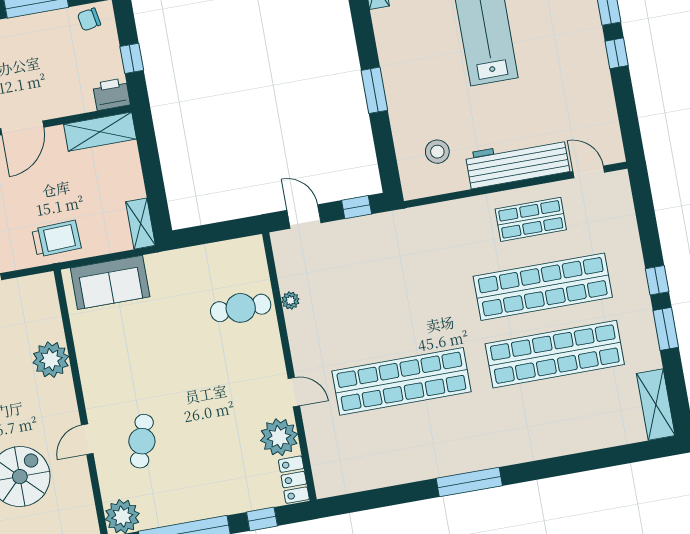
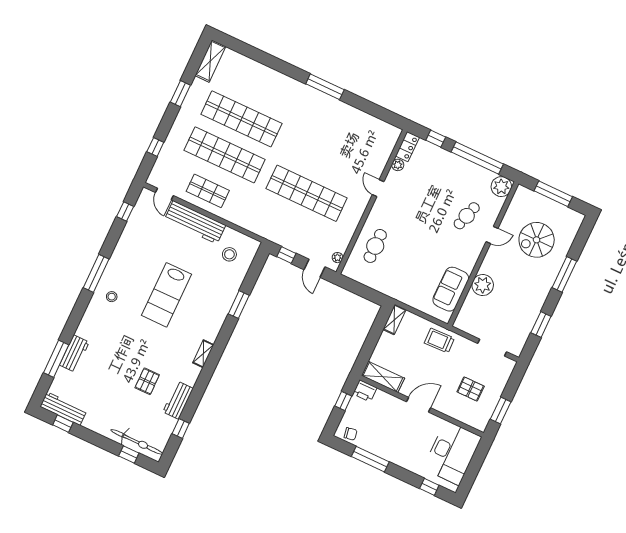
window: (617, 53) -> (125, 211), moved
window: (657, 280) -> (155, 147), moved
sofa: (110, 282) -> (451, 289), moved, turned -90
plant: (290, 300) -> (338, 258), moved
cafe table: (241, 308) -> (375, 246), turned 90
shop shelf: (401, 381) -> (307, 193), moved
plant: (279, 437) -> (398, 165), width x0.53, depth x0.53

